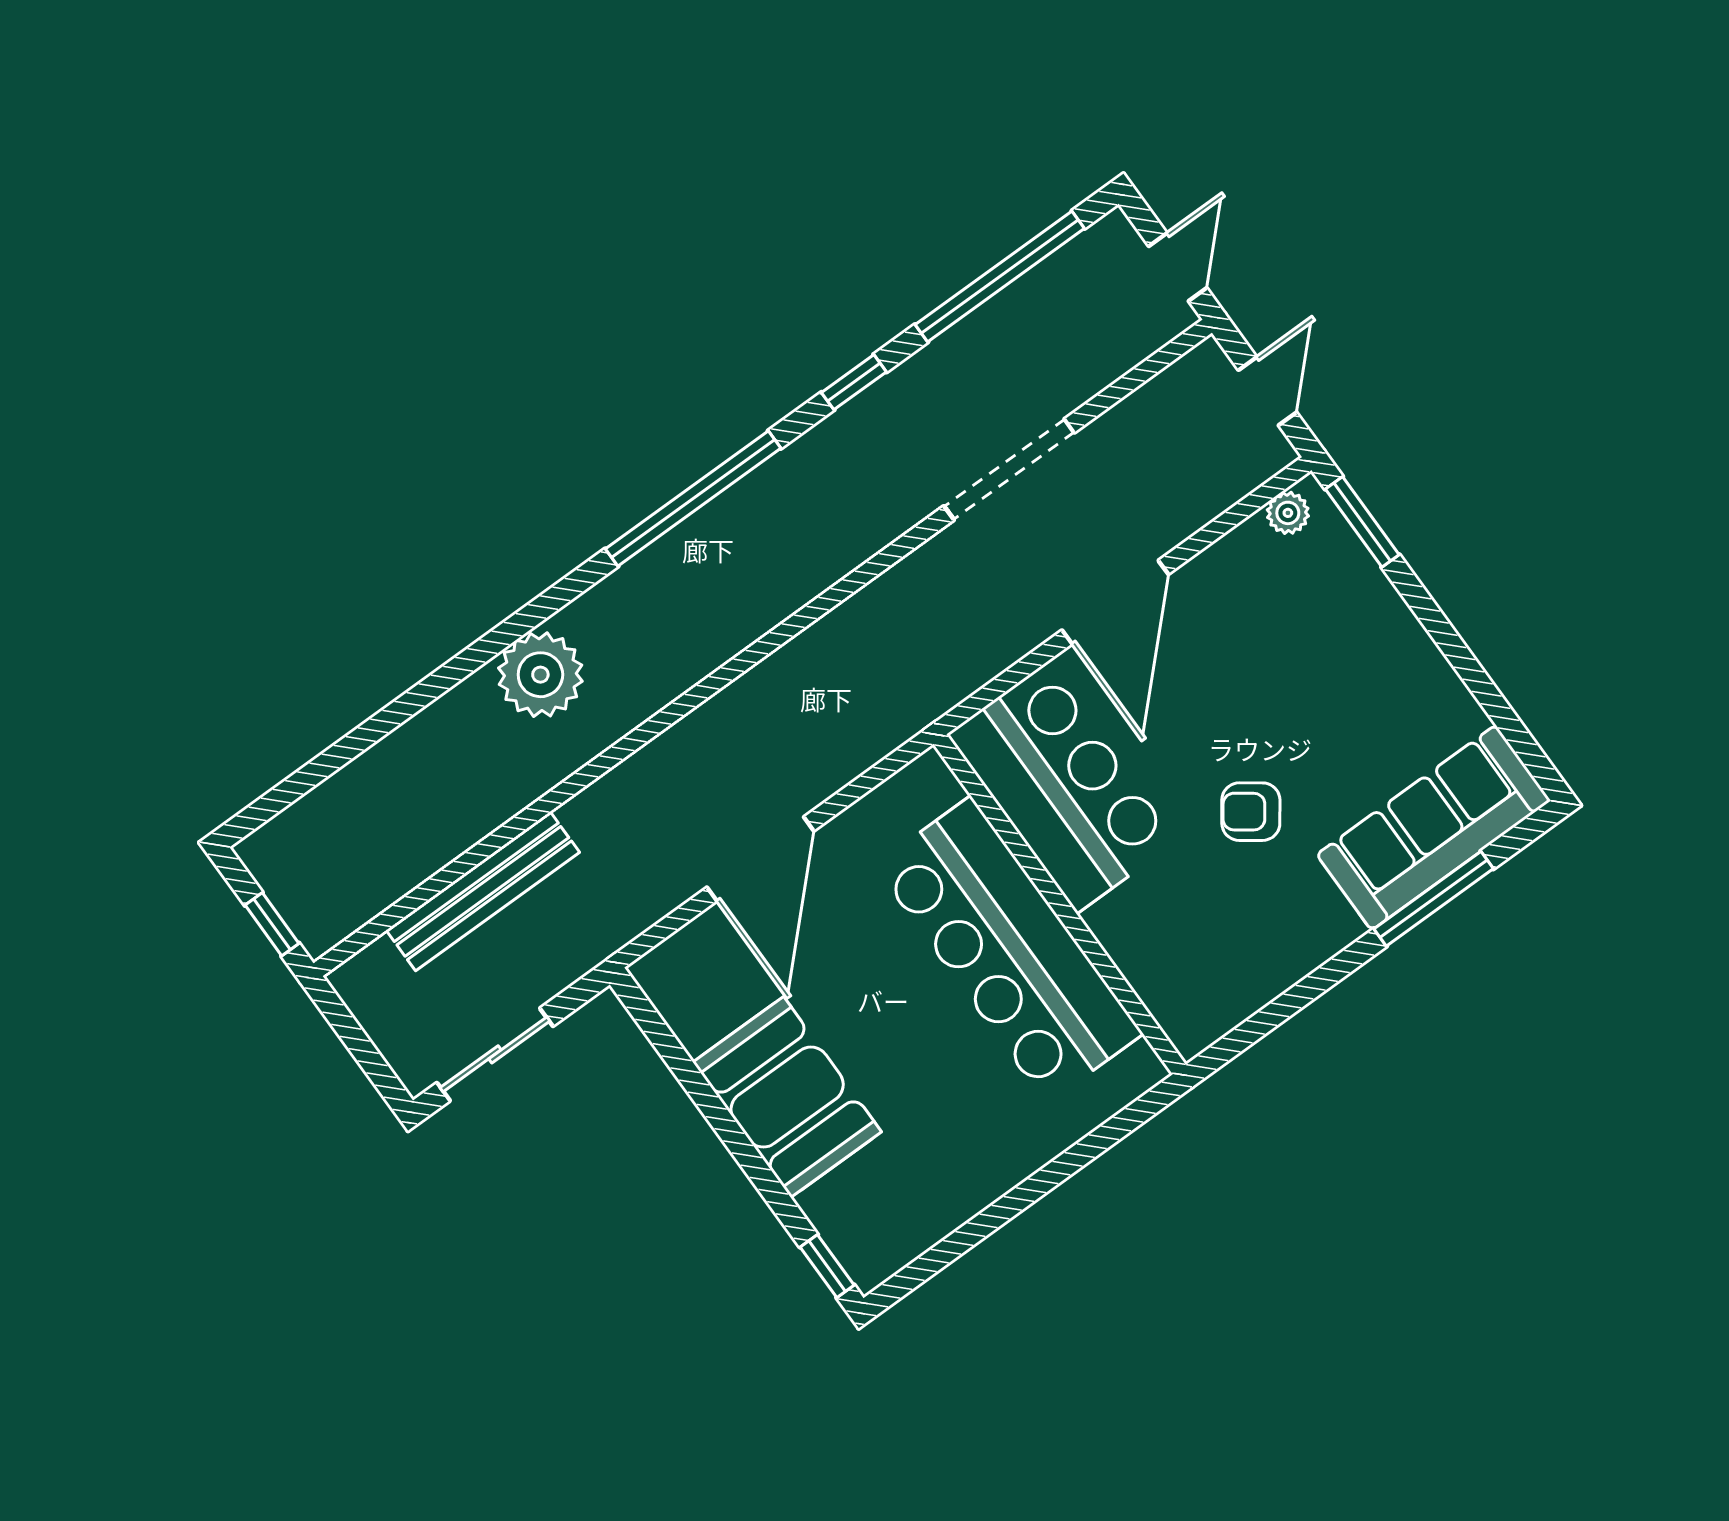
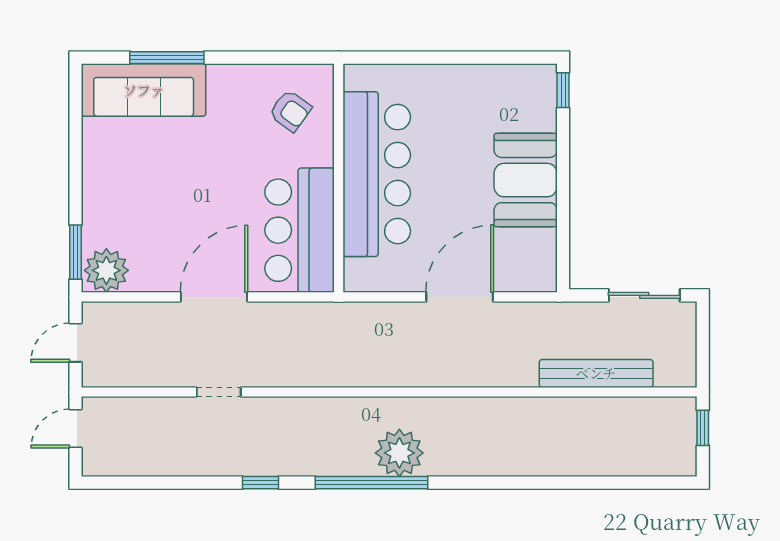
window: (1000, 277) -> (159, 483), removed
doorway: (1009, 469) -> (219, 392), width x0.53
plant: (1288, 513) -> (106, 270), width x1.87, depth x1.87
plant: (540, 675) -> (399, 453), moved
armchair: (1251, 812) -> (290, 111), moved

